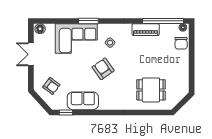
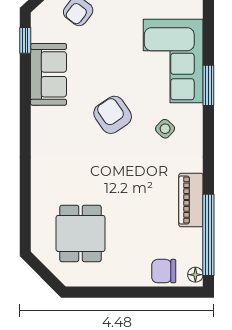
armchair: (103, 69) -> (113, 115), turned -89
dining table: (151, 90) -> (81, 233), moved

